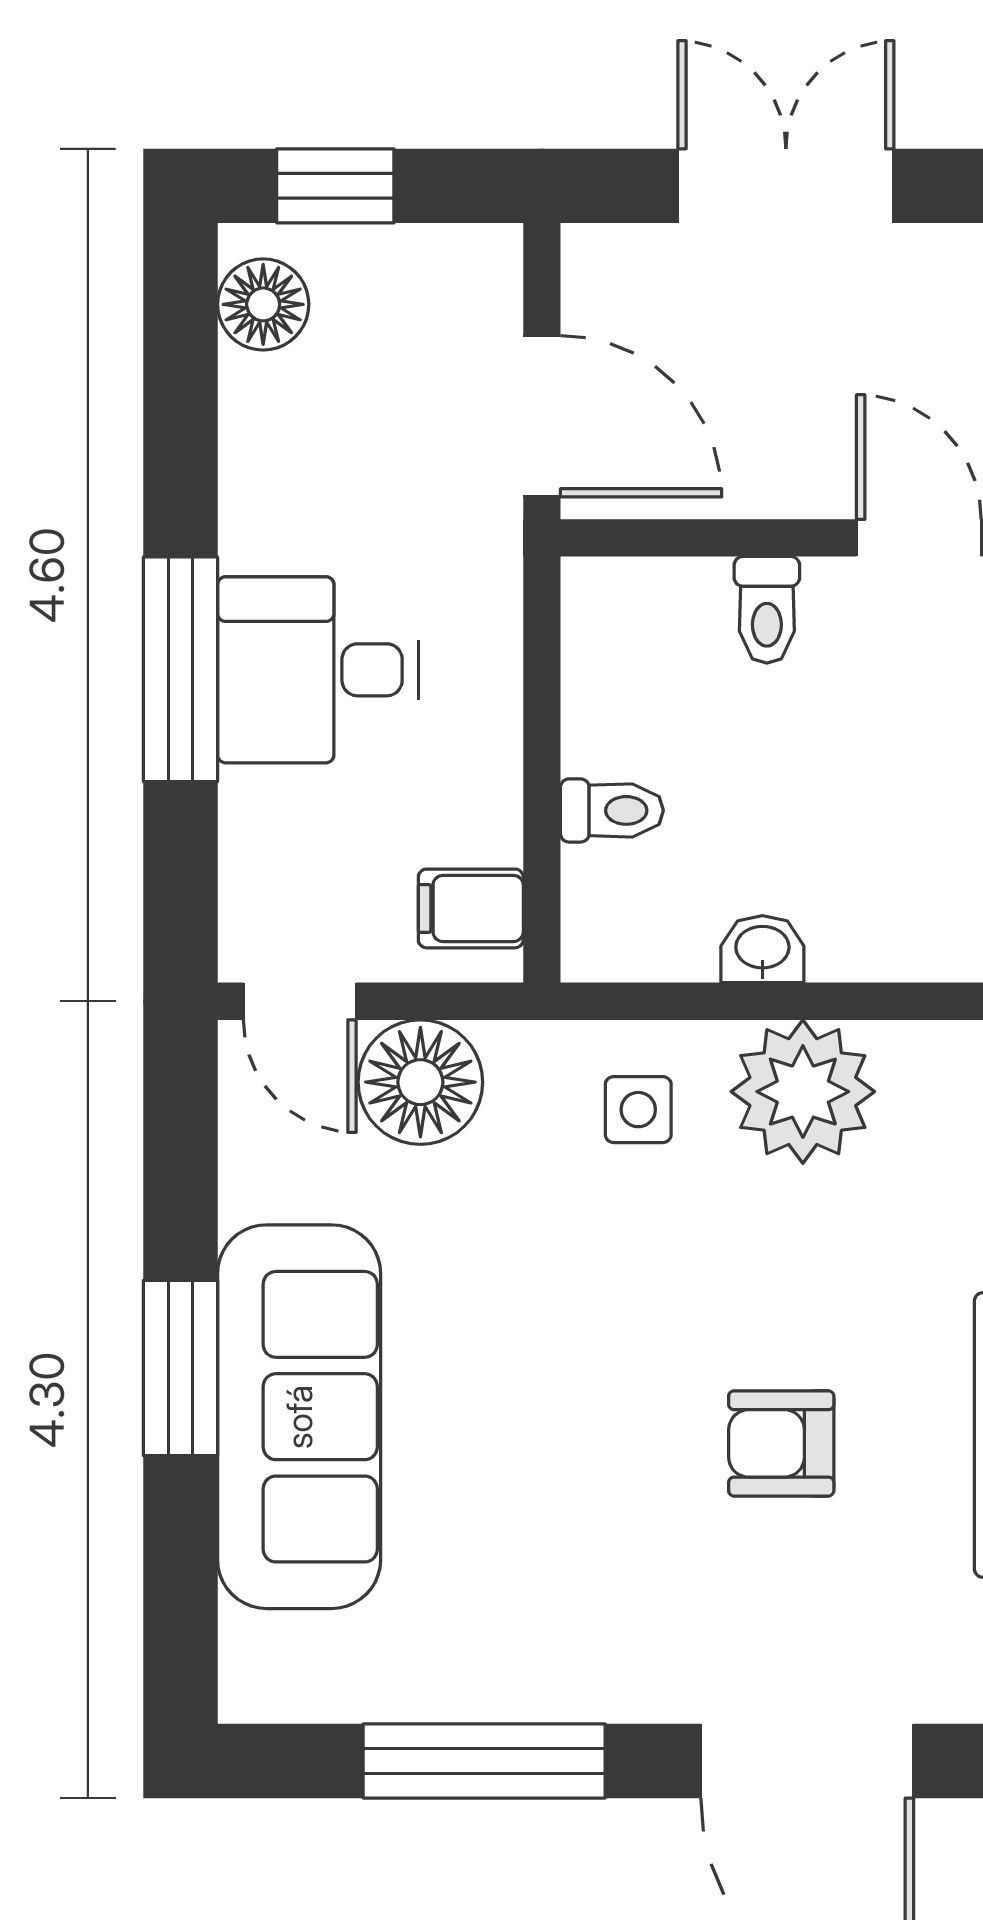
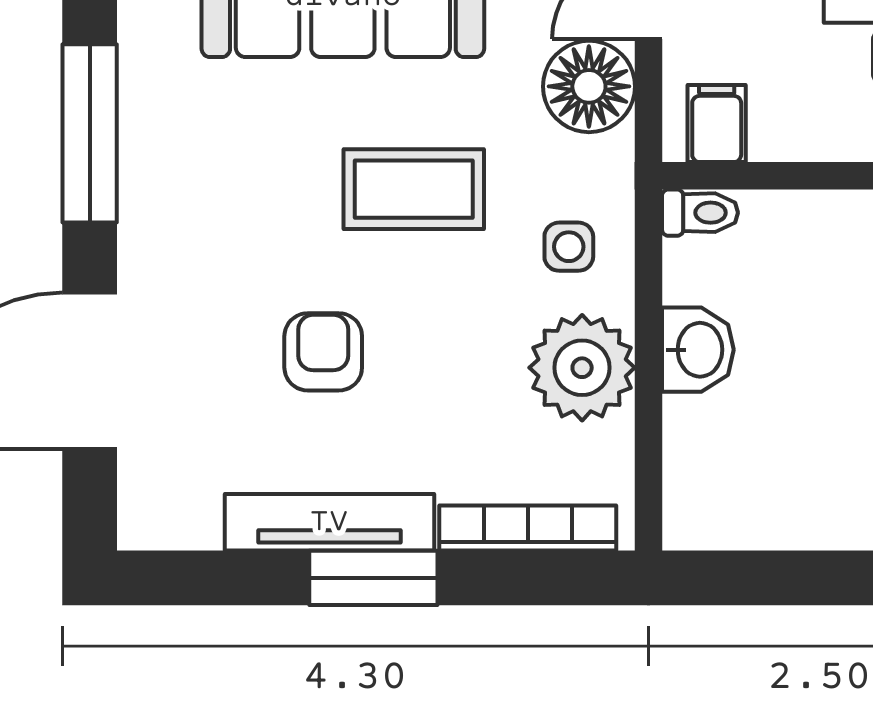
toilet: (612, 810) -> (700, 213), moved, turned -90
washbasin: (762, 949) -> (698, 350), width x1.38, depth x1.45
coffee table: (560, 1320) -> (414, 189), added

